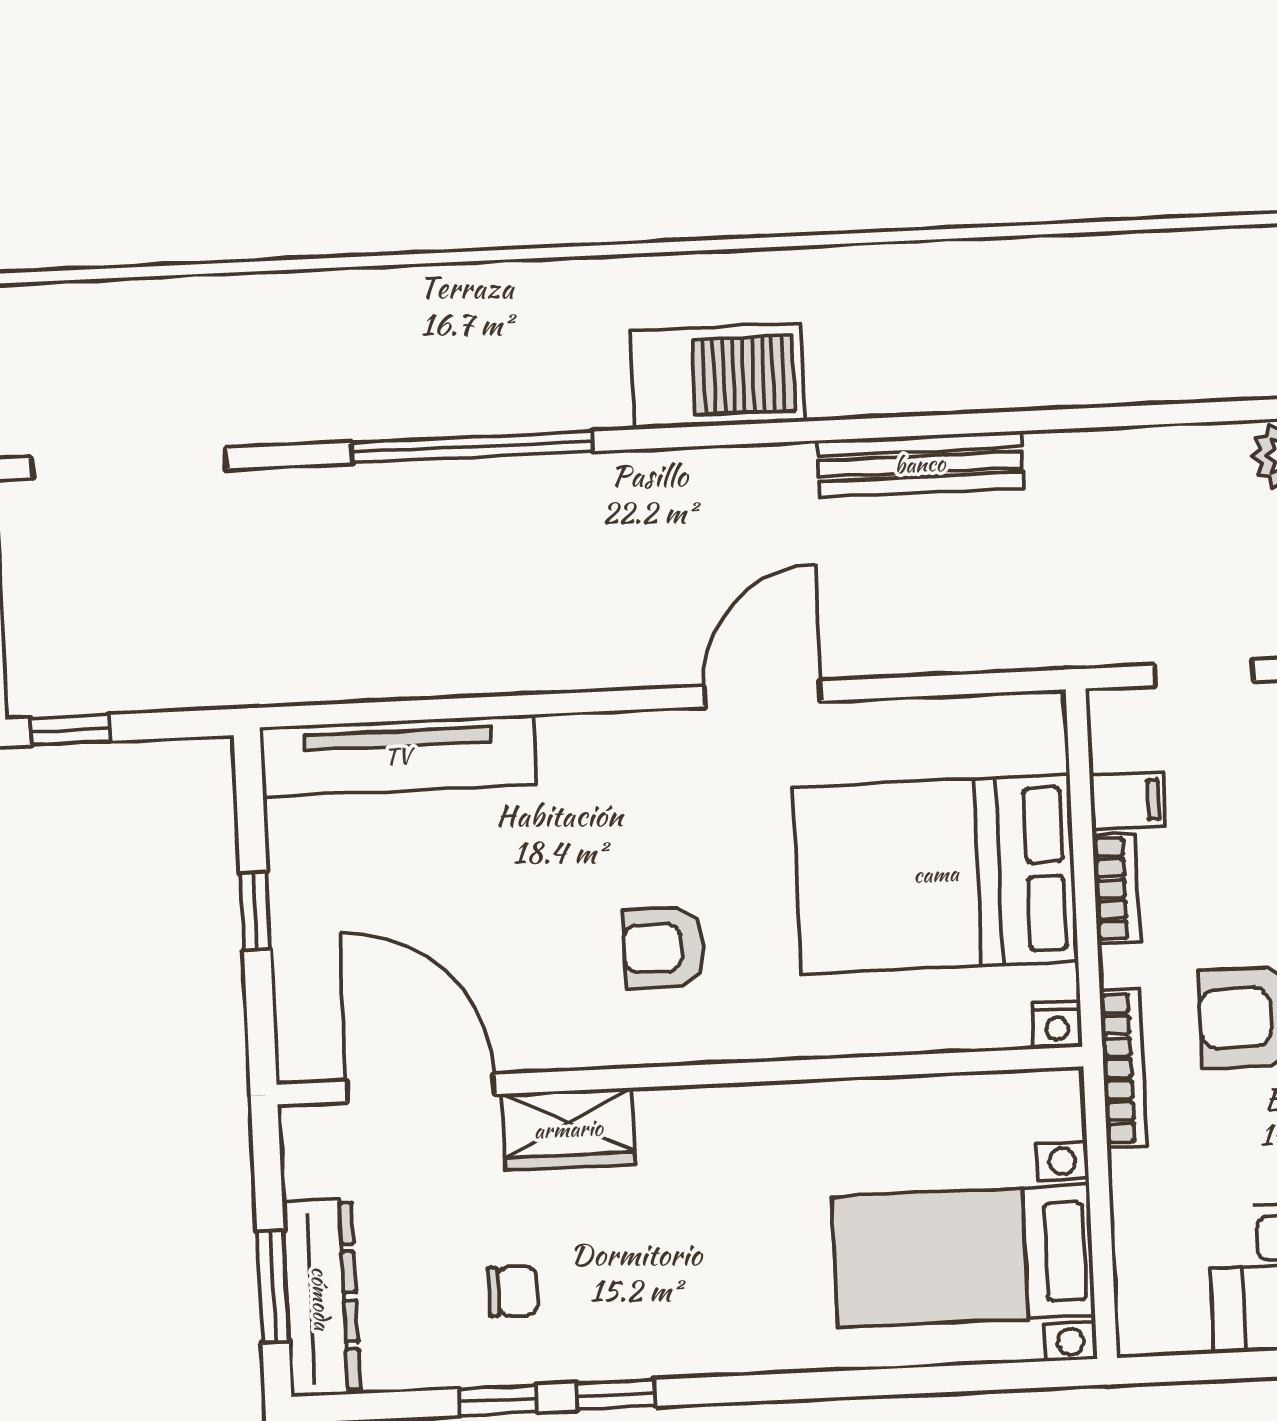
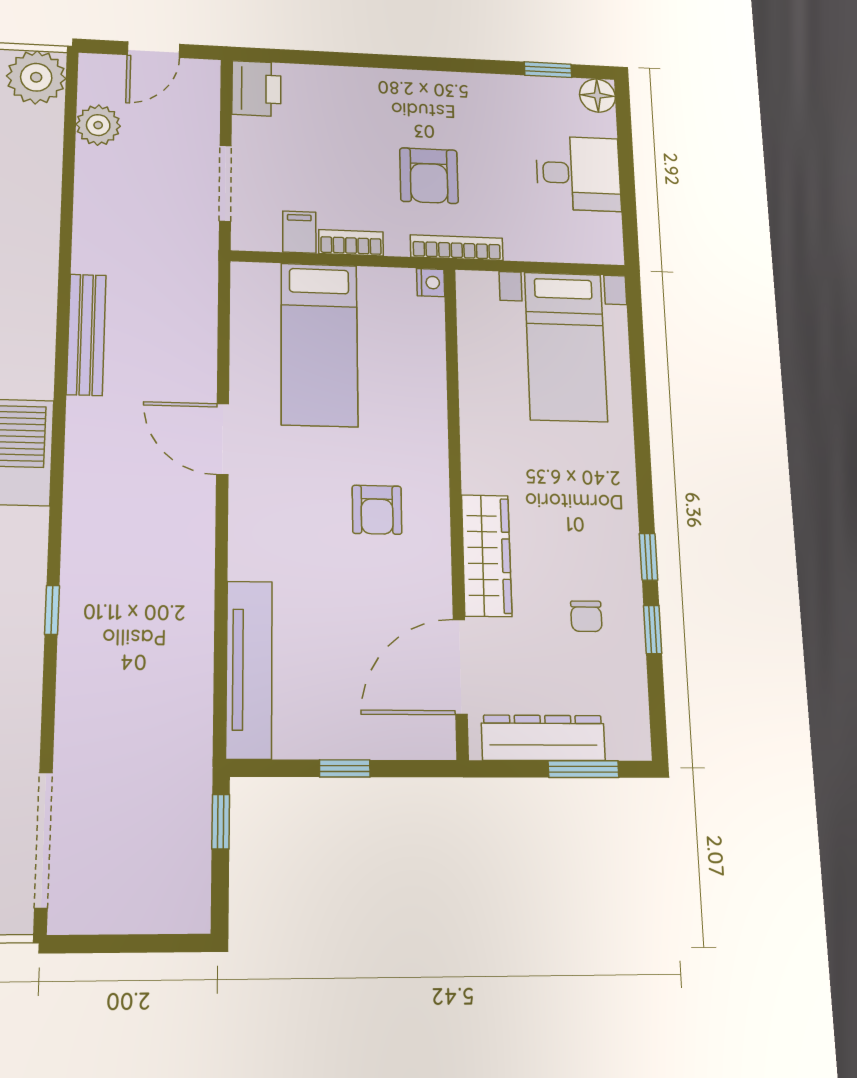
window: (472, 447) -> (52, 610), width x0.32
doorway: (1204, 673) -> (225, 183), width x1.38
window: (70, 730) -> (221, 822), moved
bed: (936, 874) -> (319, 344), width x0.67
wardrobe: (568, 1129) -> (487, 555), width x1.50
chair: (513, 1291) -> (586, 616), turned 180
dresser: (321, 1298) -> (543, 738), moved

